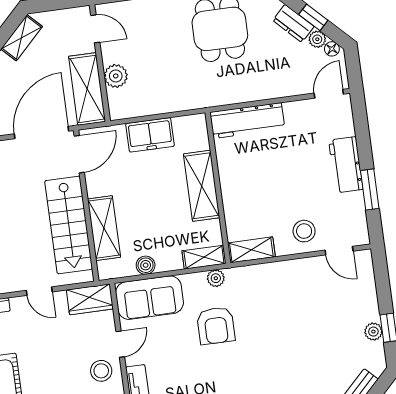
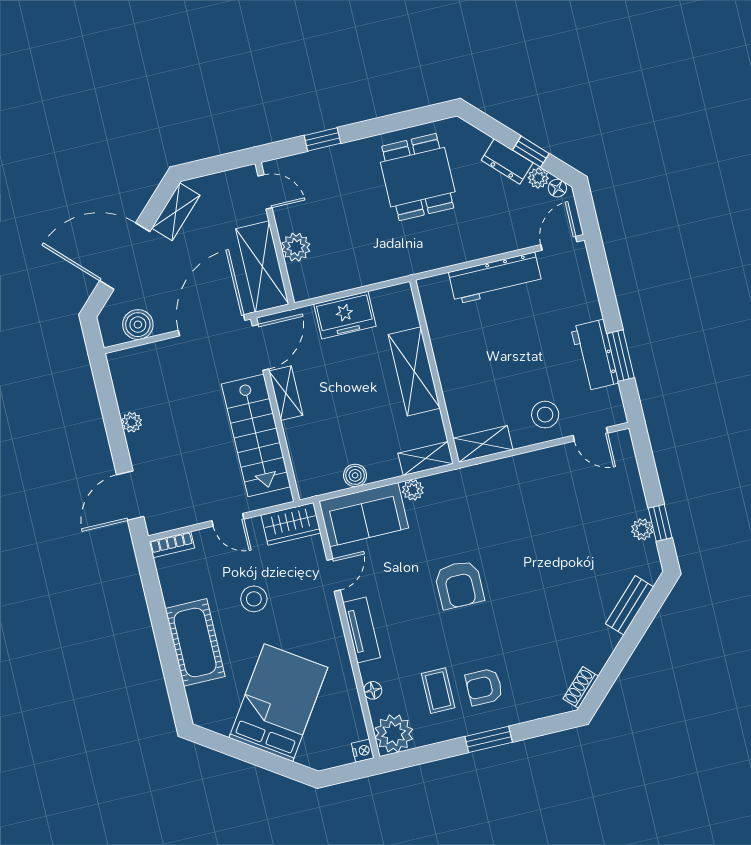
workbench: (247, 121) -> (495, 278), moved
workbench: (346, 165) -> (595, 355), moved
shelving: (104, 228) -> (286, 393), moved, width x0.67, depth x0.75
plant: (216, 278) -> (413, 490), moved
armchair: (216, 326) -> (459, 585), moved
stool: (101, 371) -> (254, 599), moved

